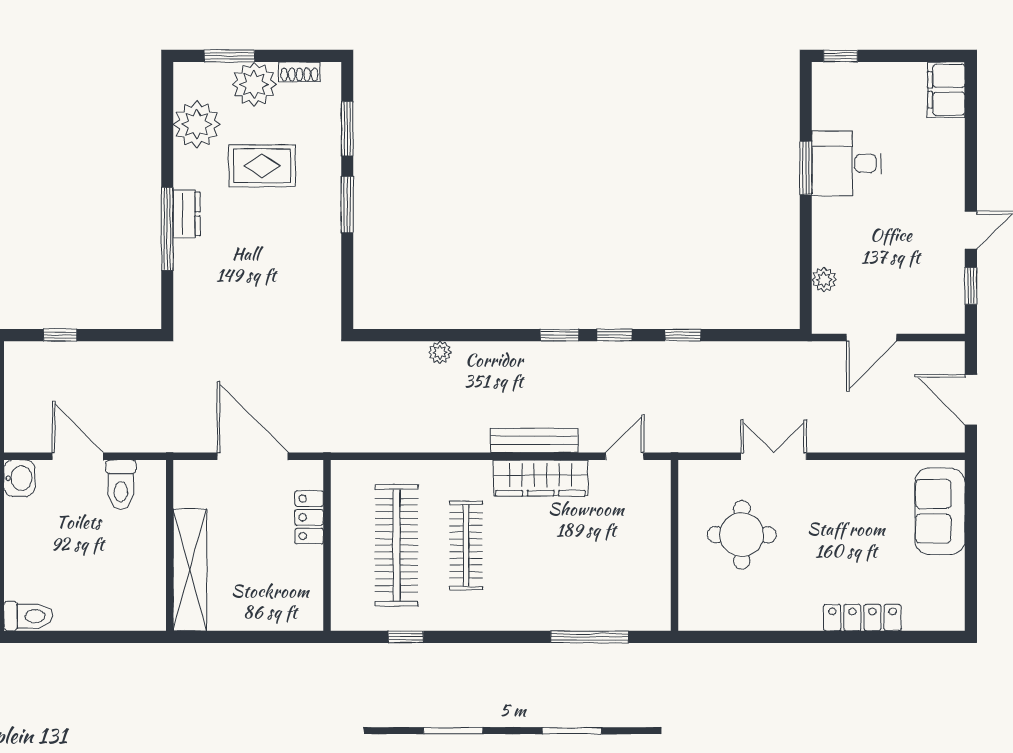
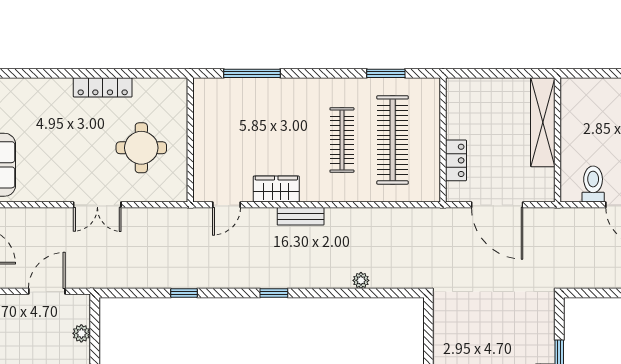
window: (614, 335) -> (234, 293), removed
bench: (534, 440) -> (301, 216), width x0.73
double door: (774, 456) -> (97, 205), moved
wardrobe: (541, 478) -> (276, 189), width x0.67
locker: (862, 618) -> (103, 87), moved
window: (406, 637) -> (386, 73), width x1.50

